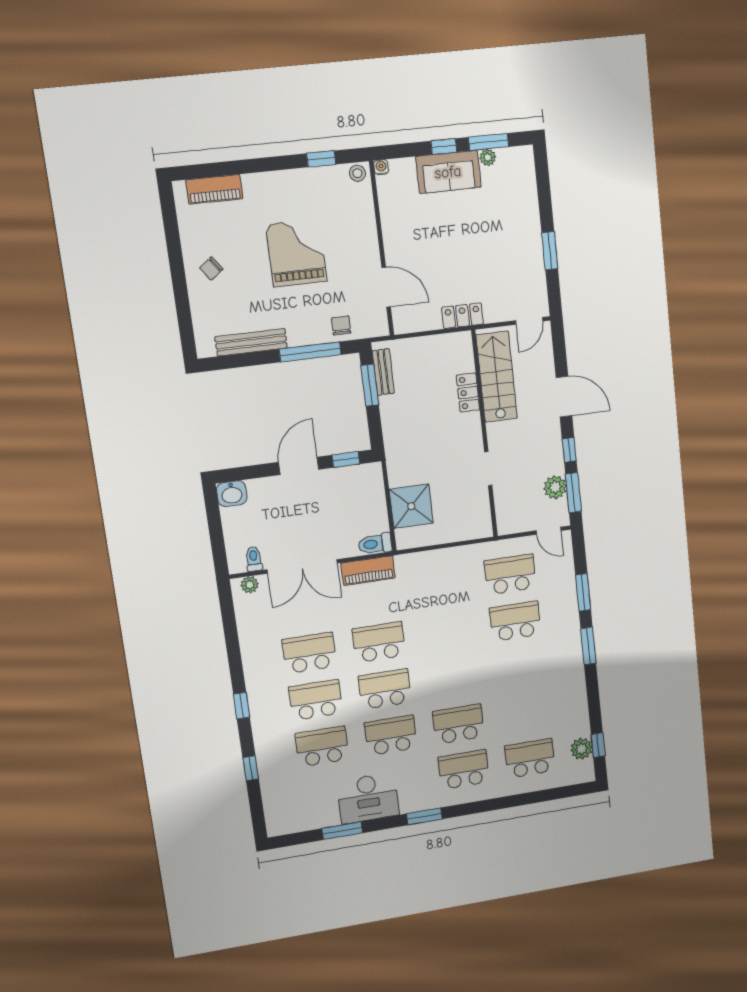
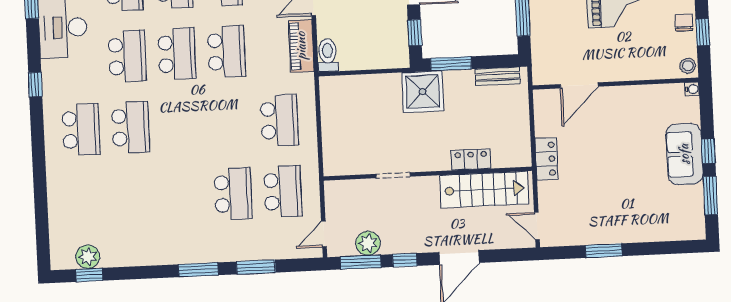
plant: (488, 157) -> (696, 194), removed
chair: (341, 325) -> (684, 22), moved, turned -90
window: (370, 385) -> (451, 64), moved
shower: (411, 506) -> (423, 92), moved
school desk: (530, 758) -> (279, 120), moved
window: (424, 816) -> (35, 85), width x0.67

